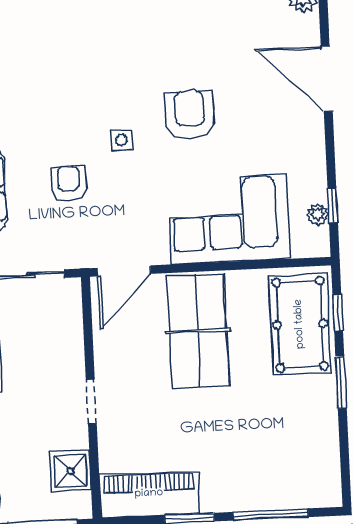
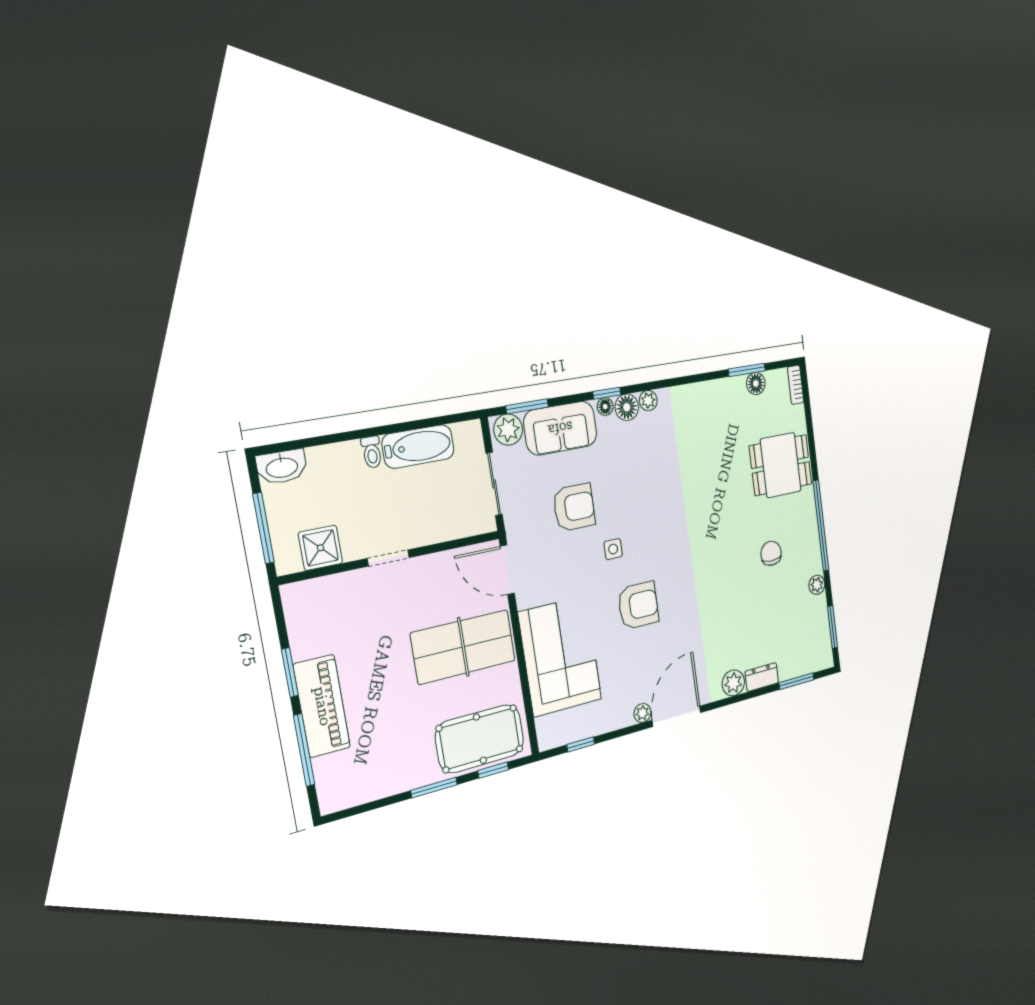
armchair: (68, 183) -> (574, 507), width x1.38, depth x1.38
plant: (318, 214) -> (642, 713), moved
piano: (149, 494) -> (322, 706), moved

